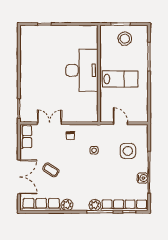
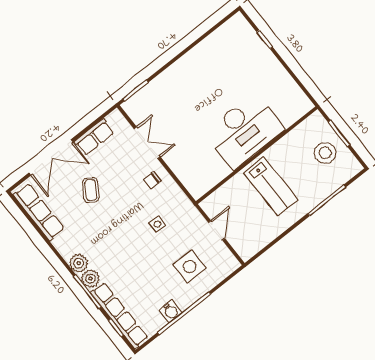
row of seats: (26, 137) -> (94, 137), moved
plant: (67, 205) -> (79, 263), moved

